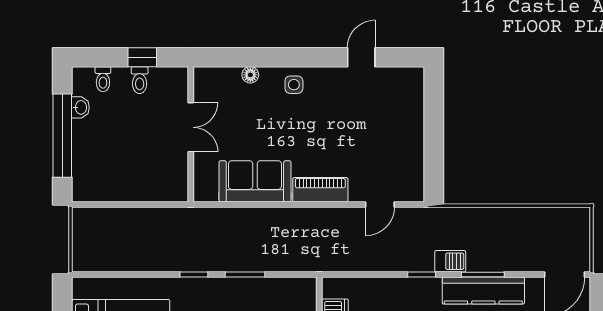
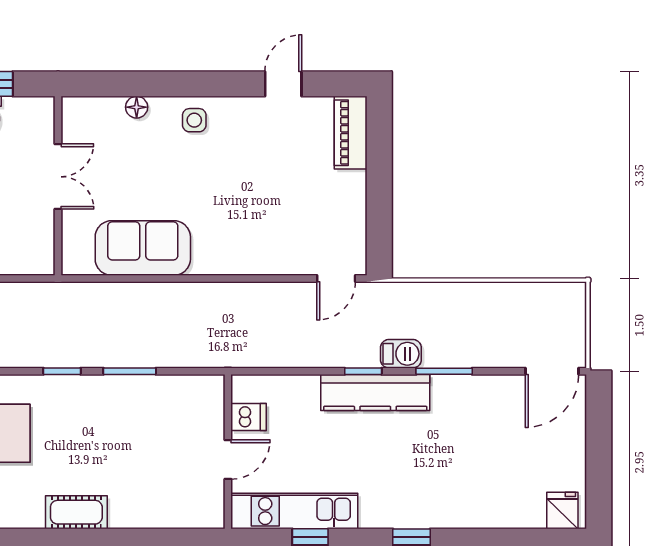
piano: (320, 190) -> (351, 133), moved, turned -90
door: (380, 204) -> (336, 279), moved
kitchen counter: (483, 291) -> (375, 392), moved

